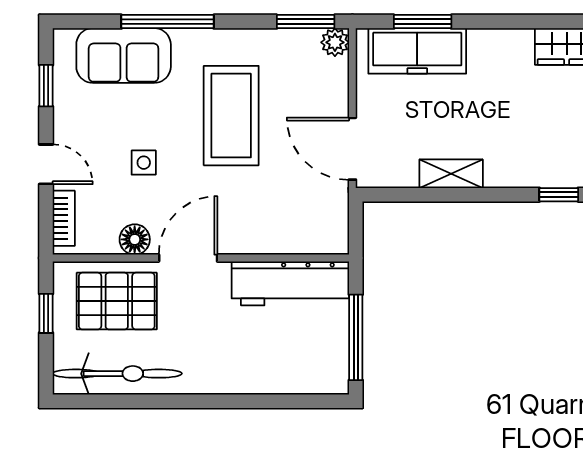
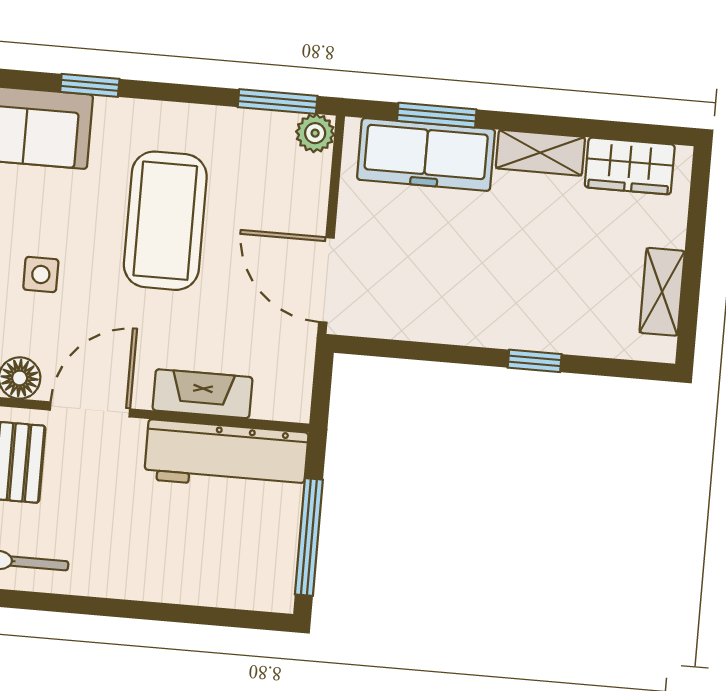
window: (168, 22) -> (90, 85), width x0.46
shelving: (451, 174) -> (540, 153), moved
window: (559, 195) -> (535, 361), moved
fireplace: (269, 239) -> (203, 394), added

